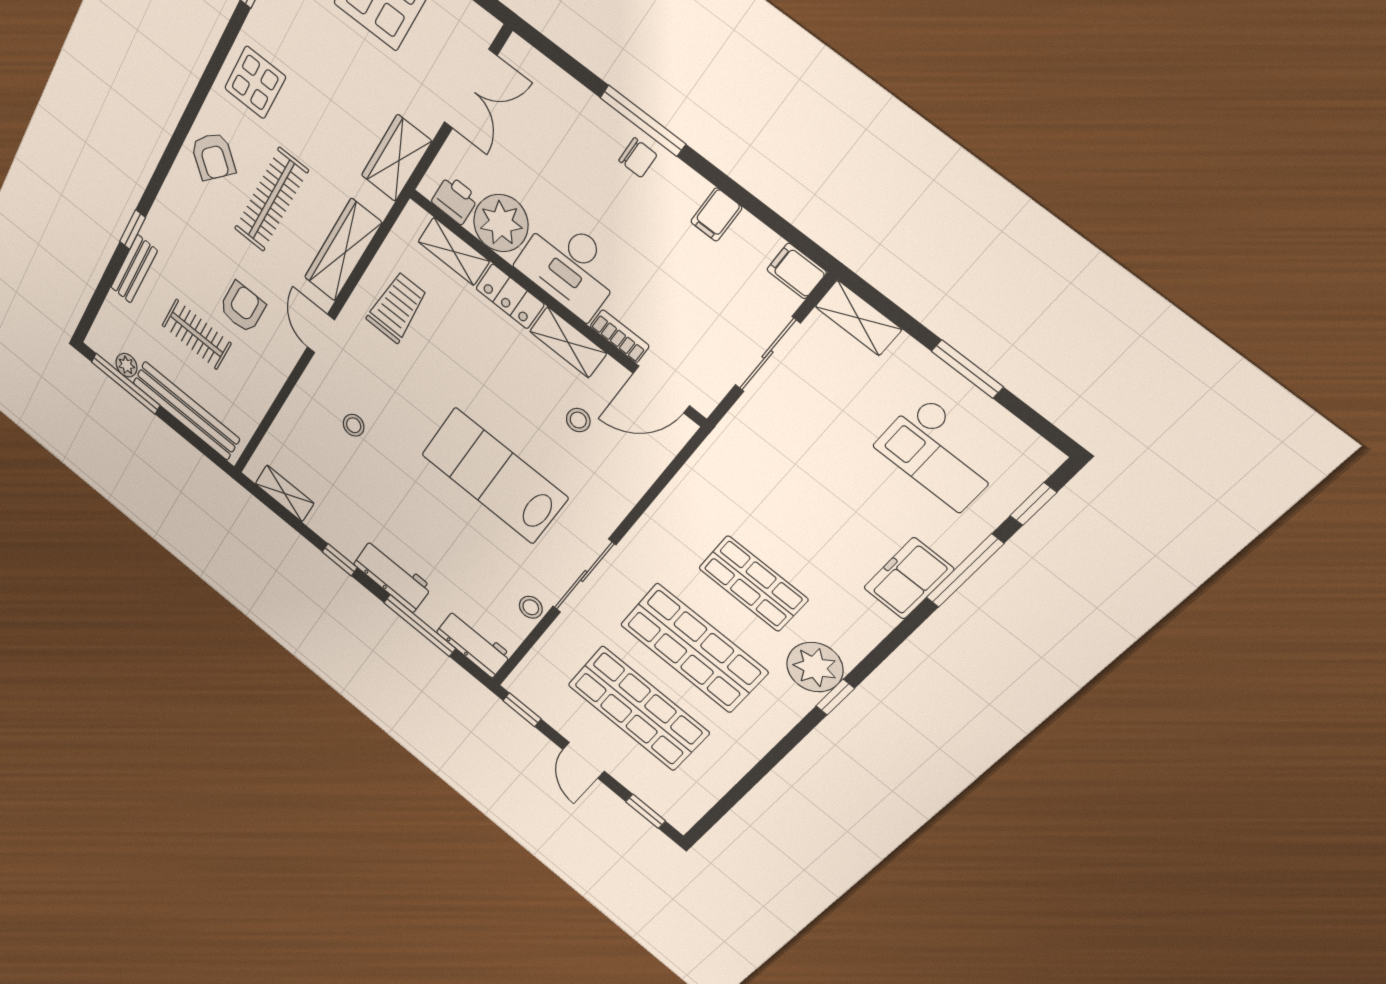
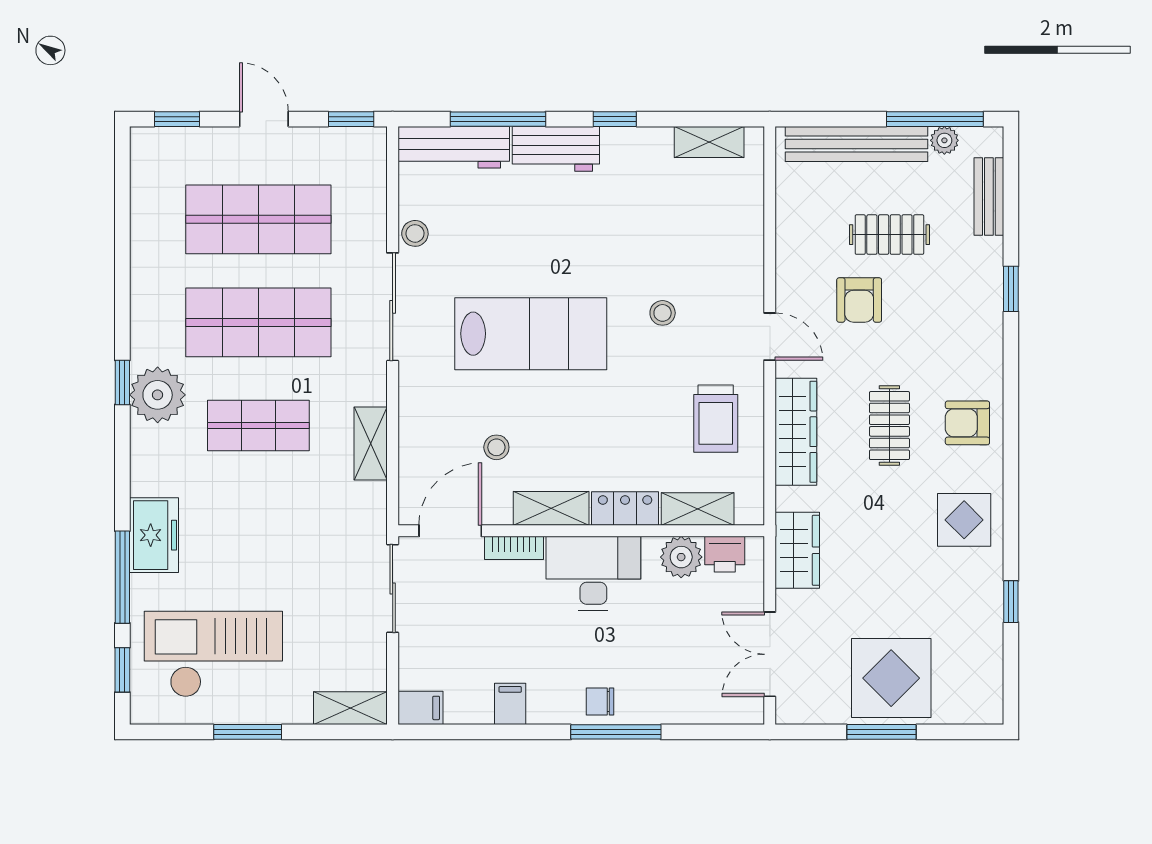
armchair: (213, 156) -> (967, 423), turned -41
clothes rail: (271, 200) -> (889, 426), width x0.73
plant: (501, 223) -> (681, 557), width x0.73, depth x0.73
bench: (134, 269) -> (989, 197), moved
sliding door: (767, 354) -> (393, 589), moved
stool: (354, 425) -> (663, 313), moved
checkout: (941, 453) -> (213, 654), width x1.36, depth x1.21
shelving: (675, 501) -> (371, 444), added
workbench: (474, 644) -> (454, 147), width x1.38

